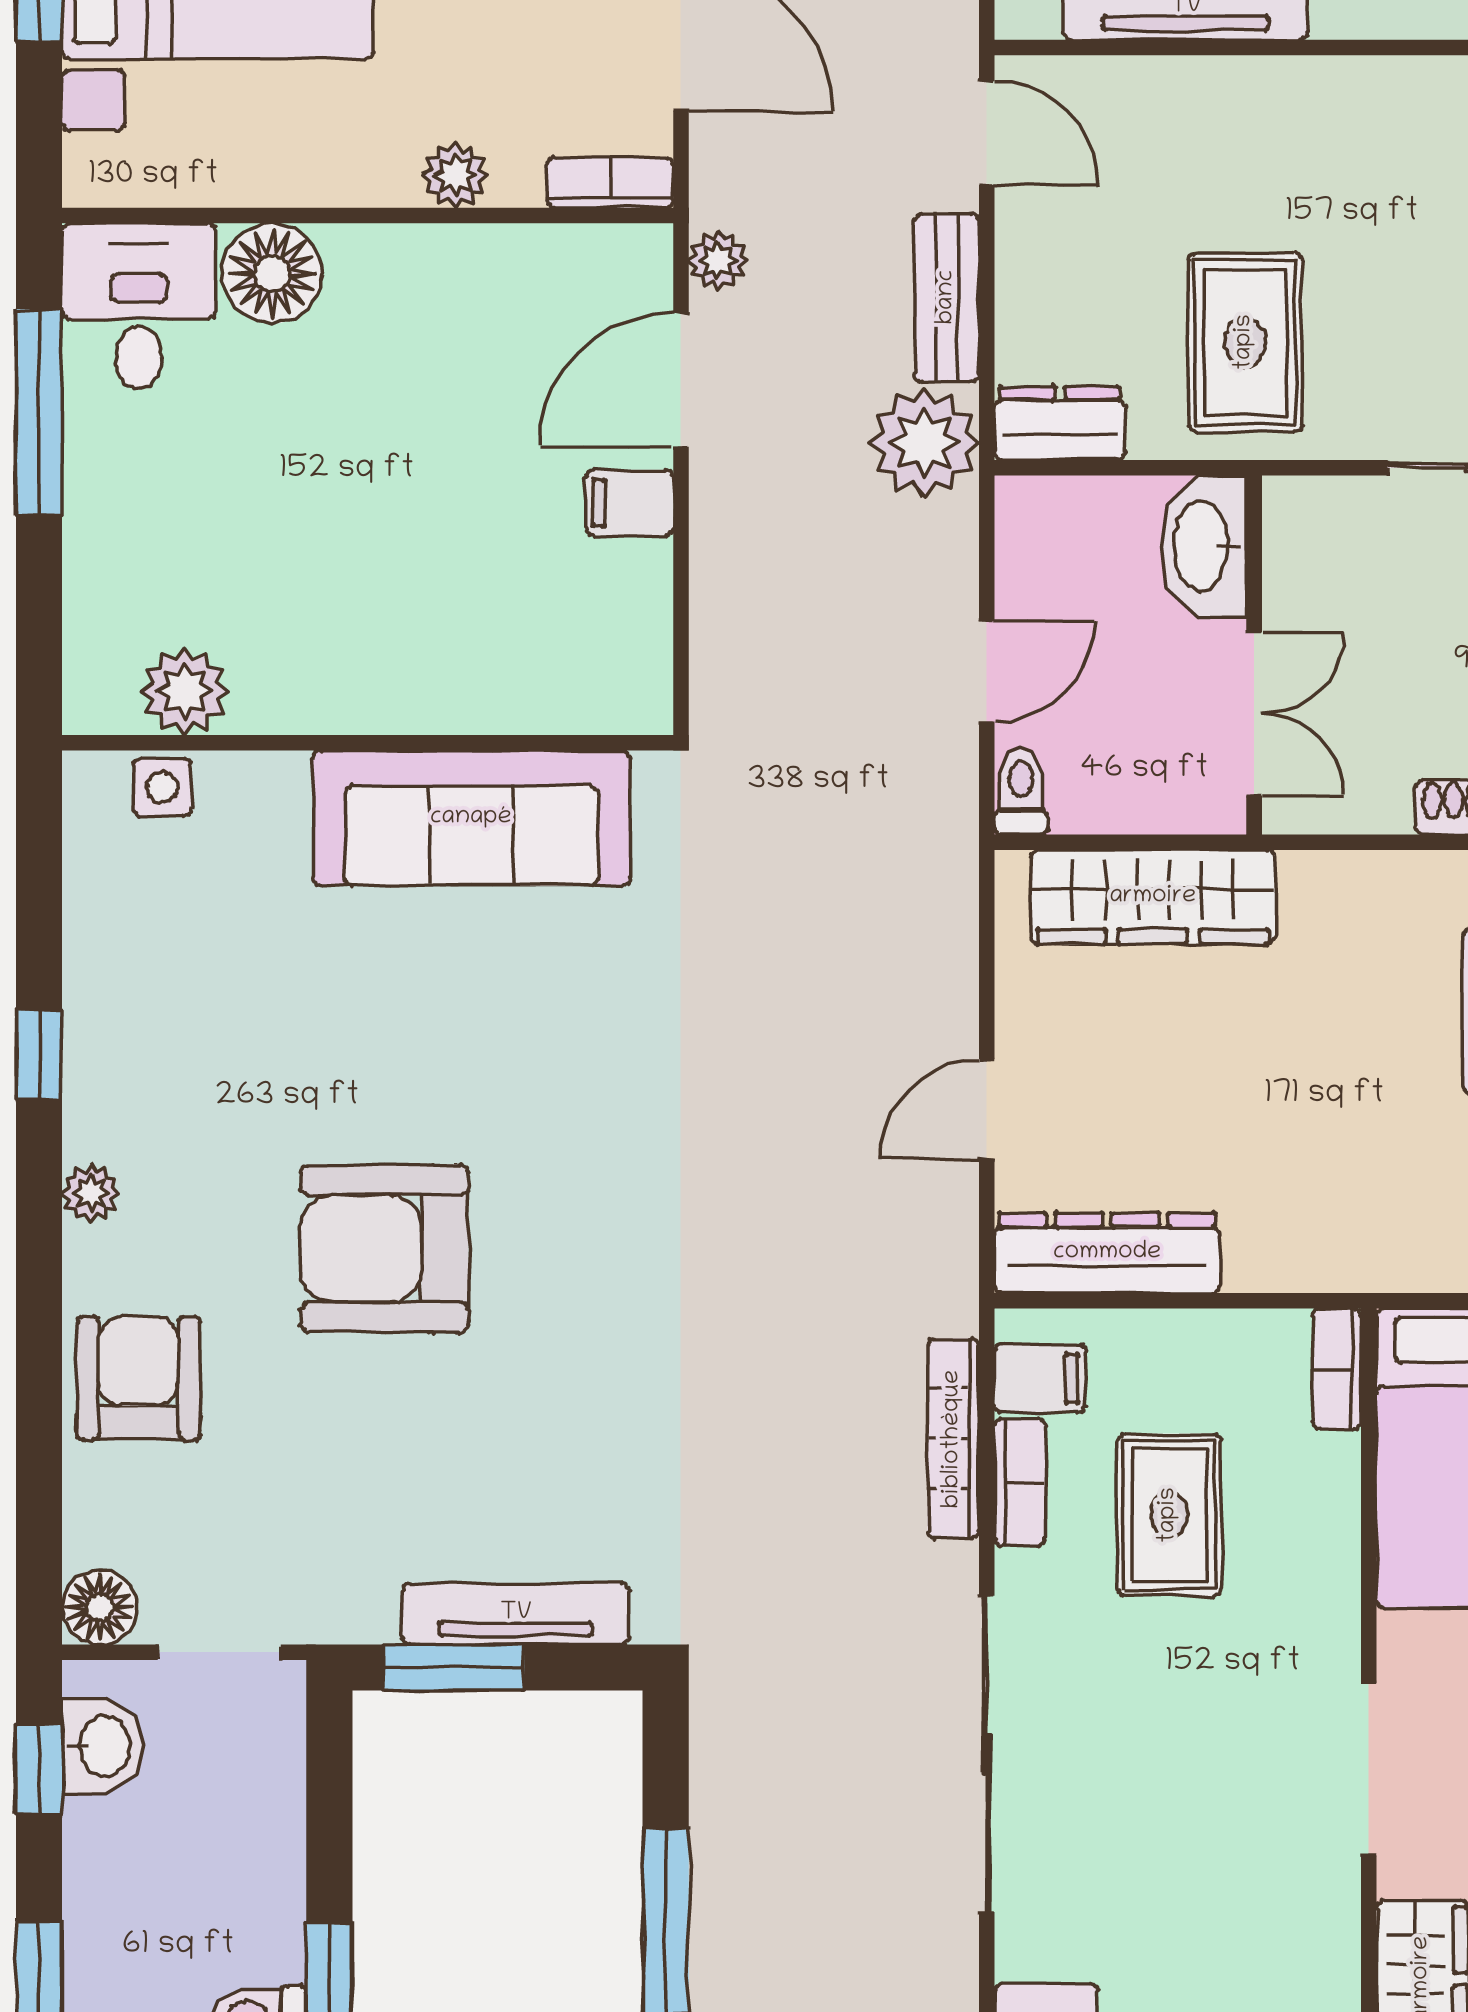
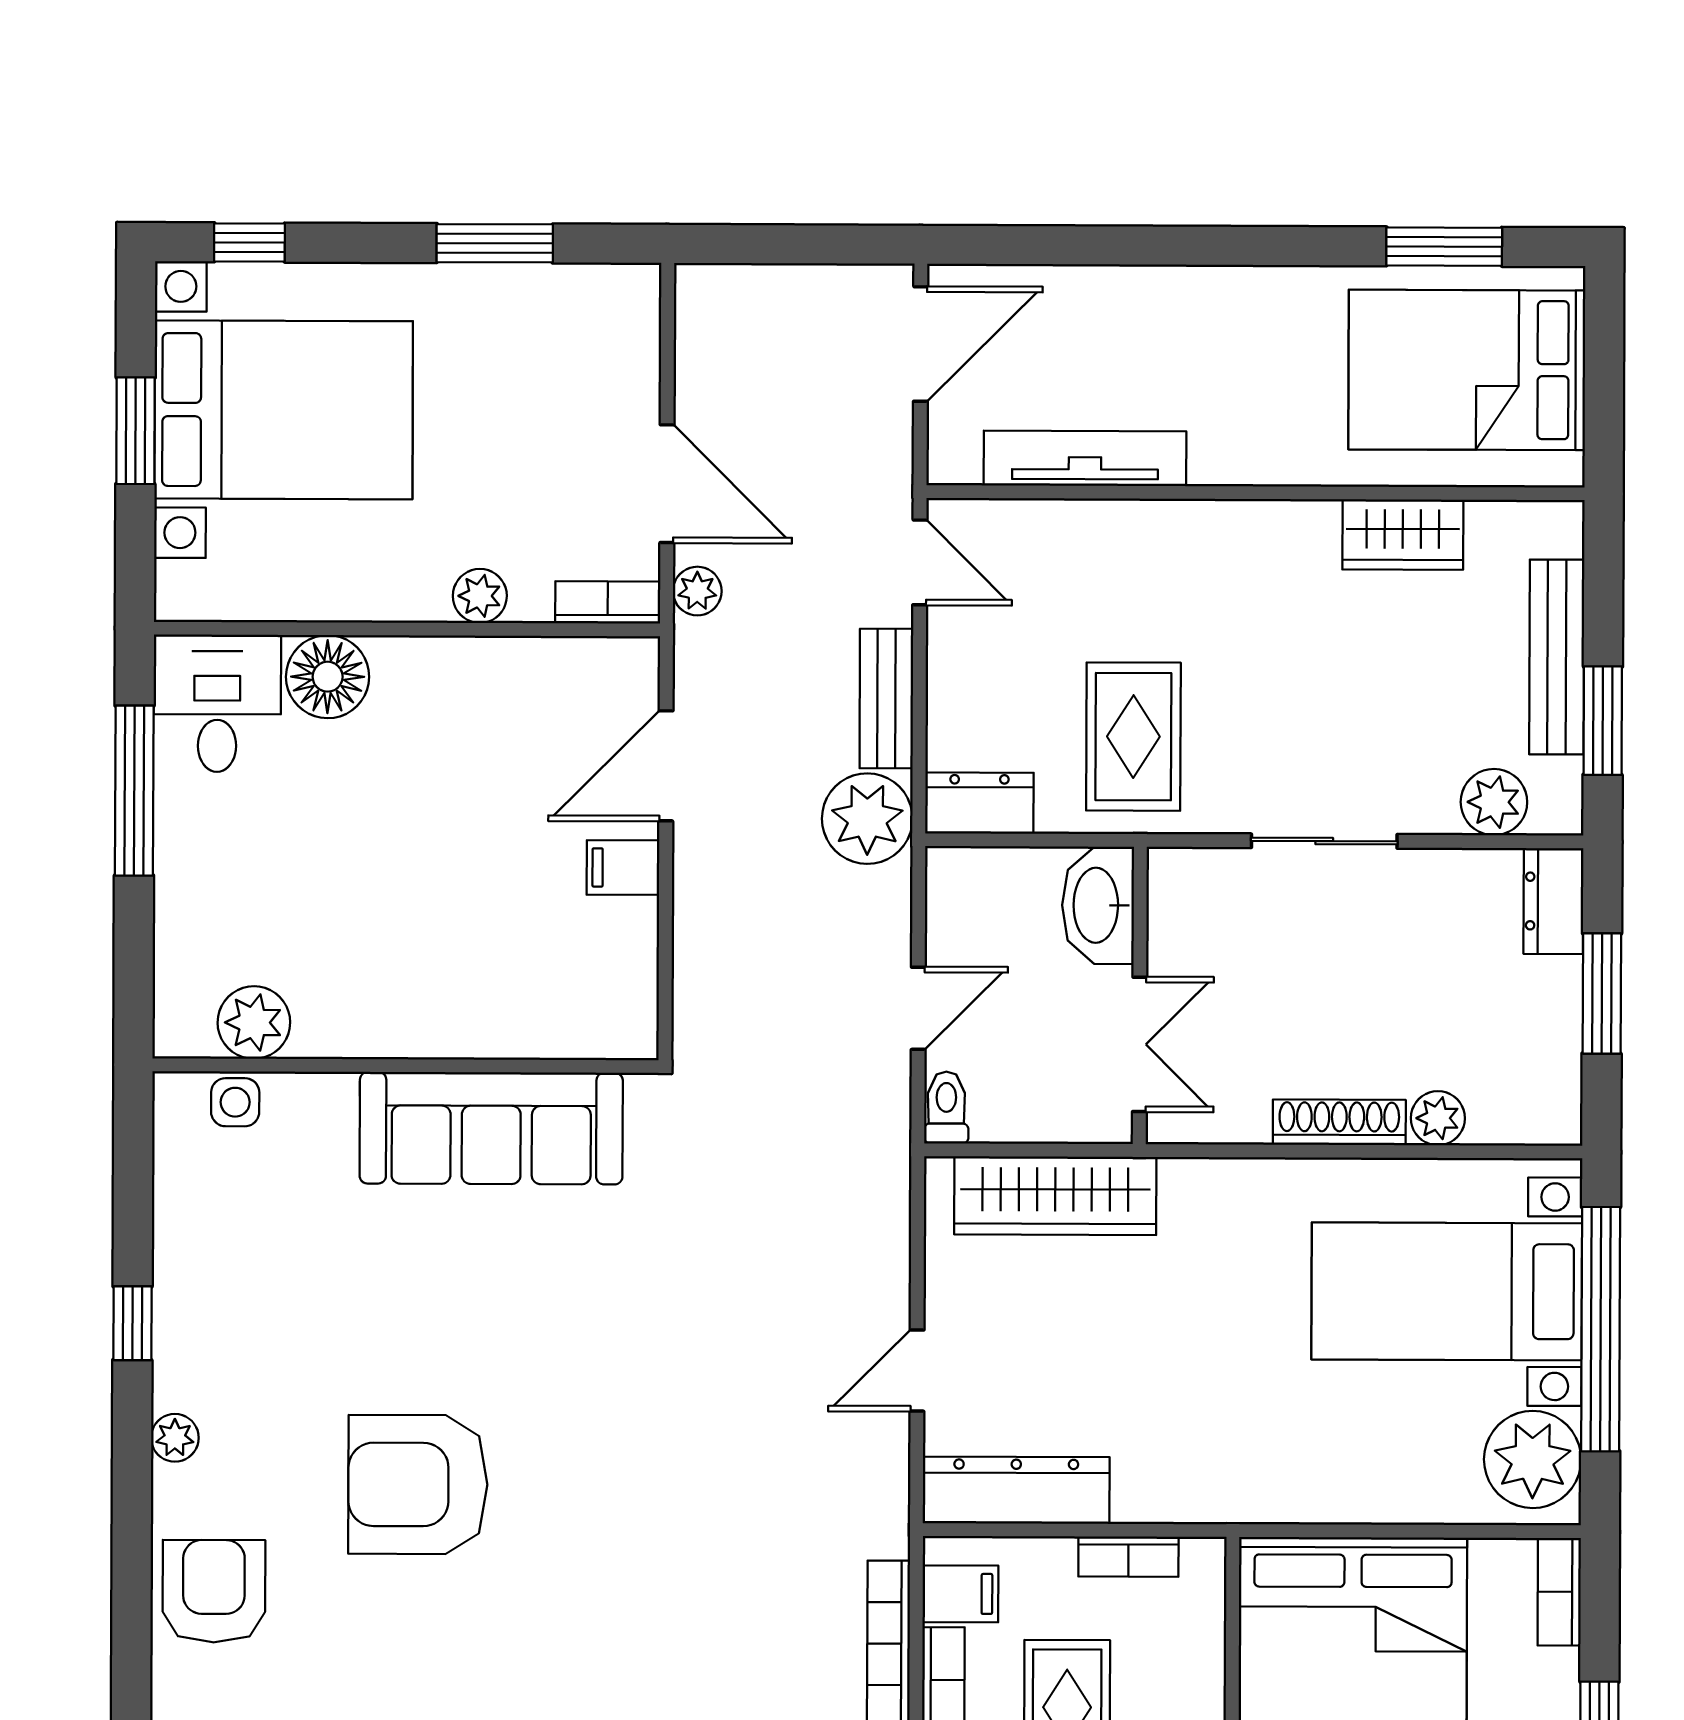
plant: (718, 261) -> (697, 591), moved
bookcase: (1337, 1369) -> (1128, 1557), moved, turned -90

